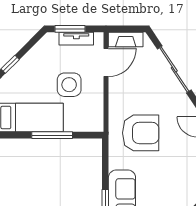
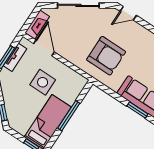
armchair: (141, 133) -> (106, 56), turned 90

